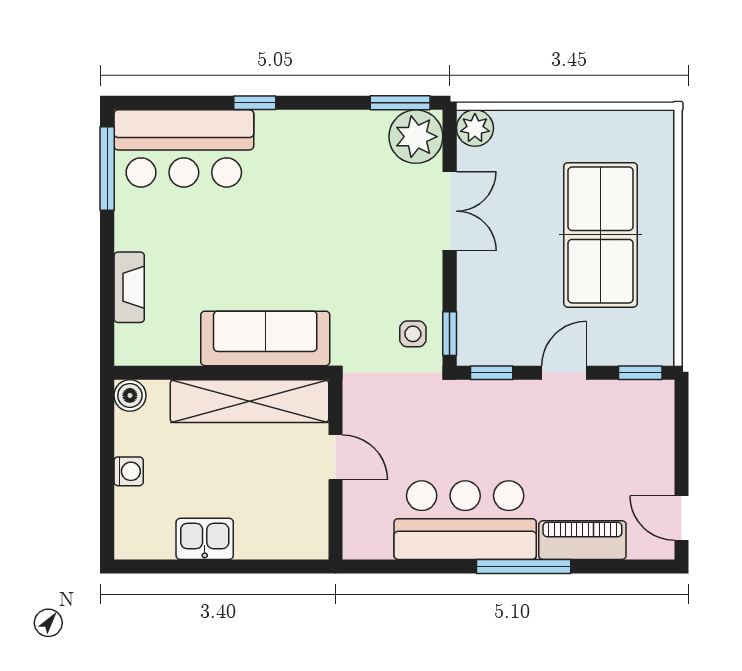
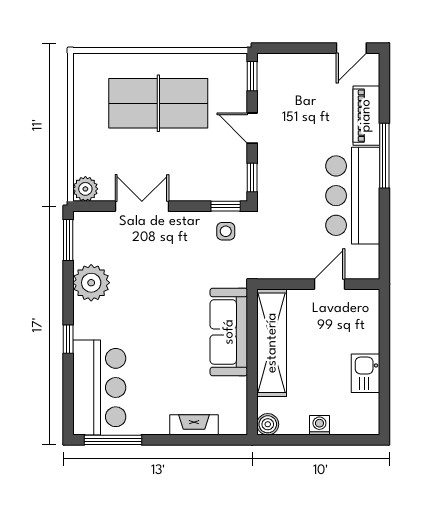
plant: (416, 137) -> (91, 283), moved
door: (335, 457) -> (329, 284), moved

